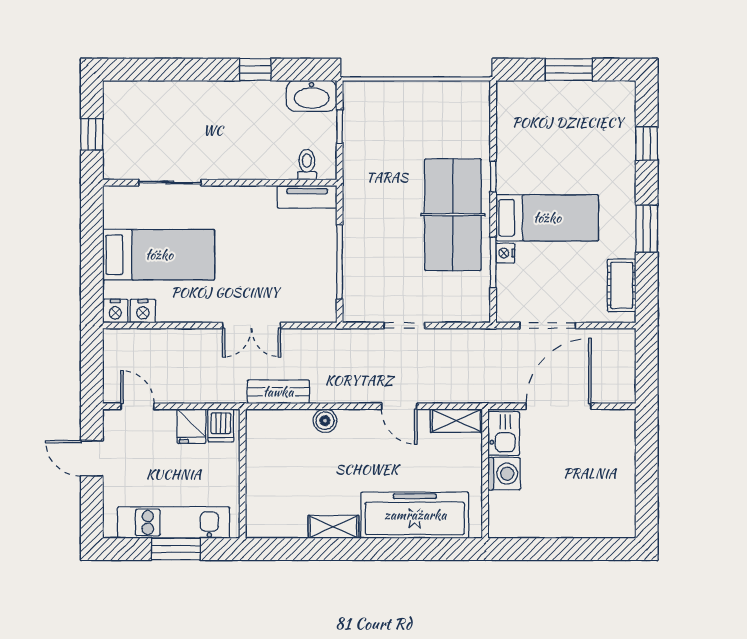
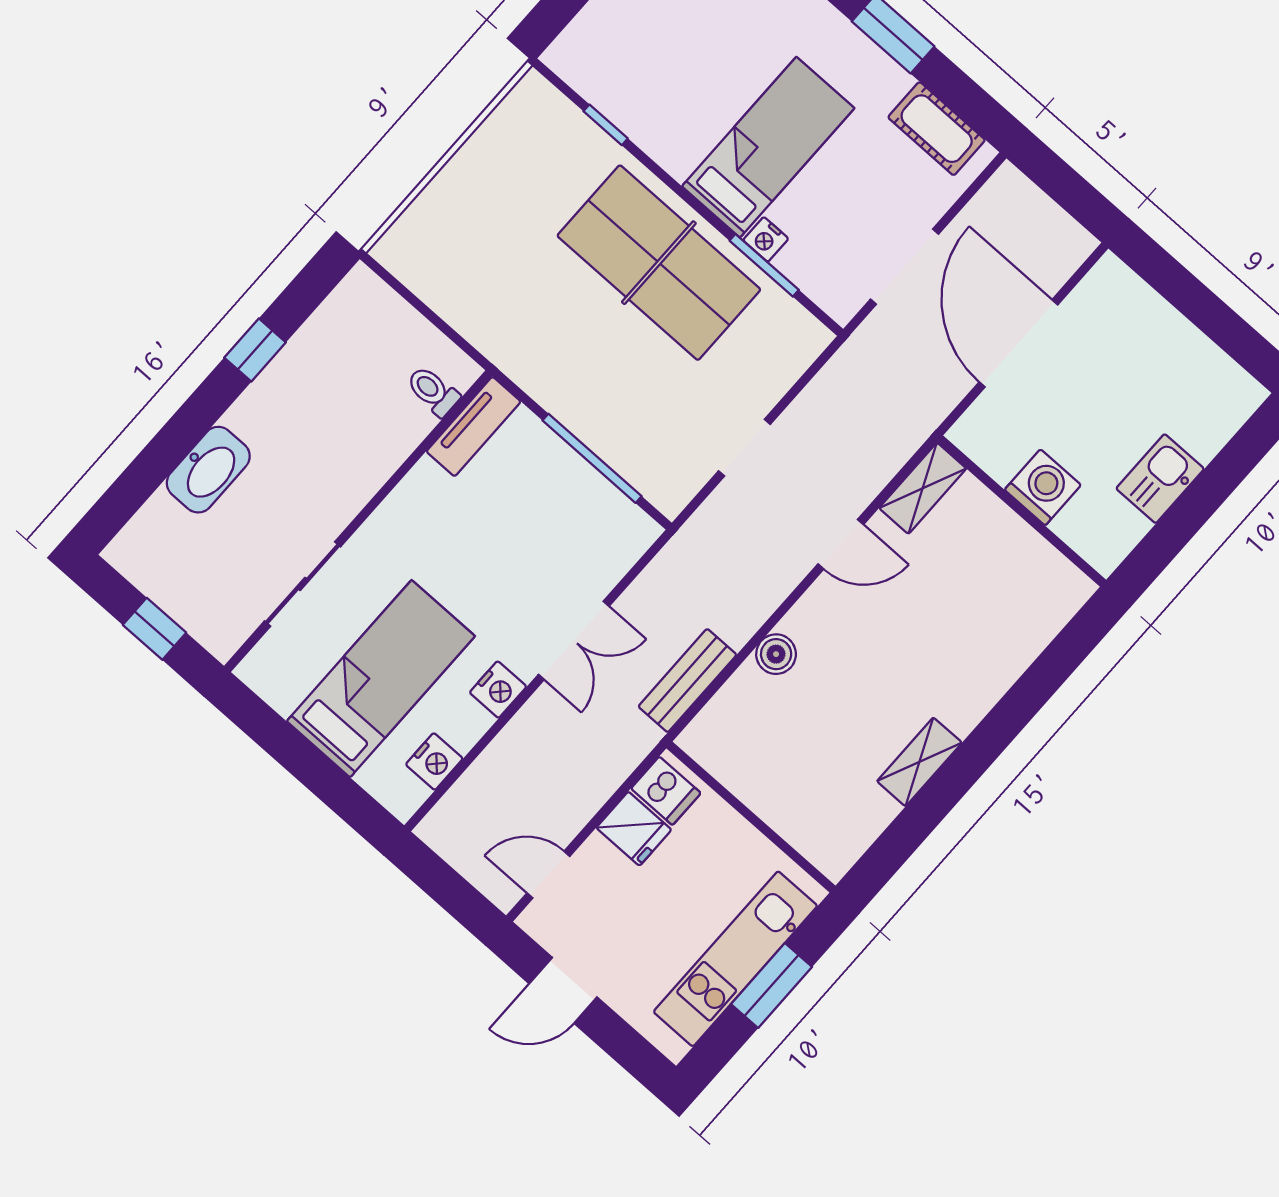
washbasin: (312, 96) -> (208, 470), moved
window: (340, 126) -> (421, 307), removed
window: (493, 177) -> (606, 125), moved
nightstand: (115, 311) -> (498, 690), moved
kitchen sink: (504, 434) -> (1160, 479), moved, turned -90
freezer: (415, 515) -> (995, 646), removed

